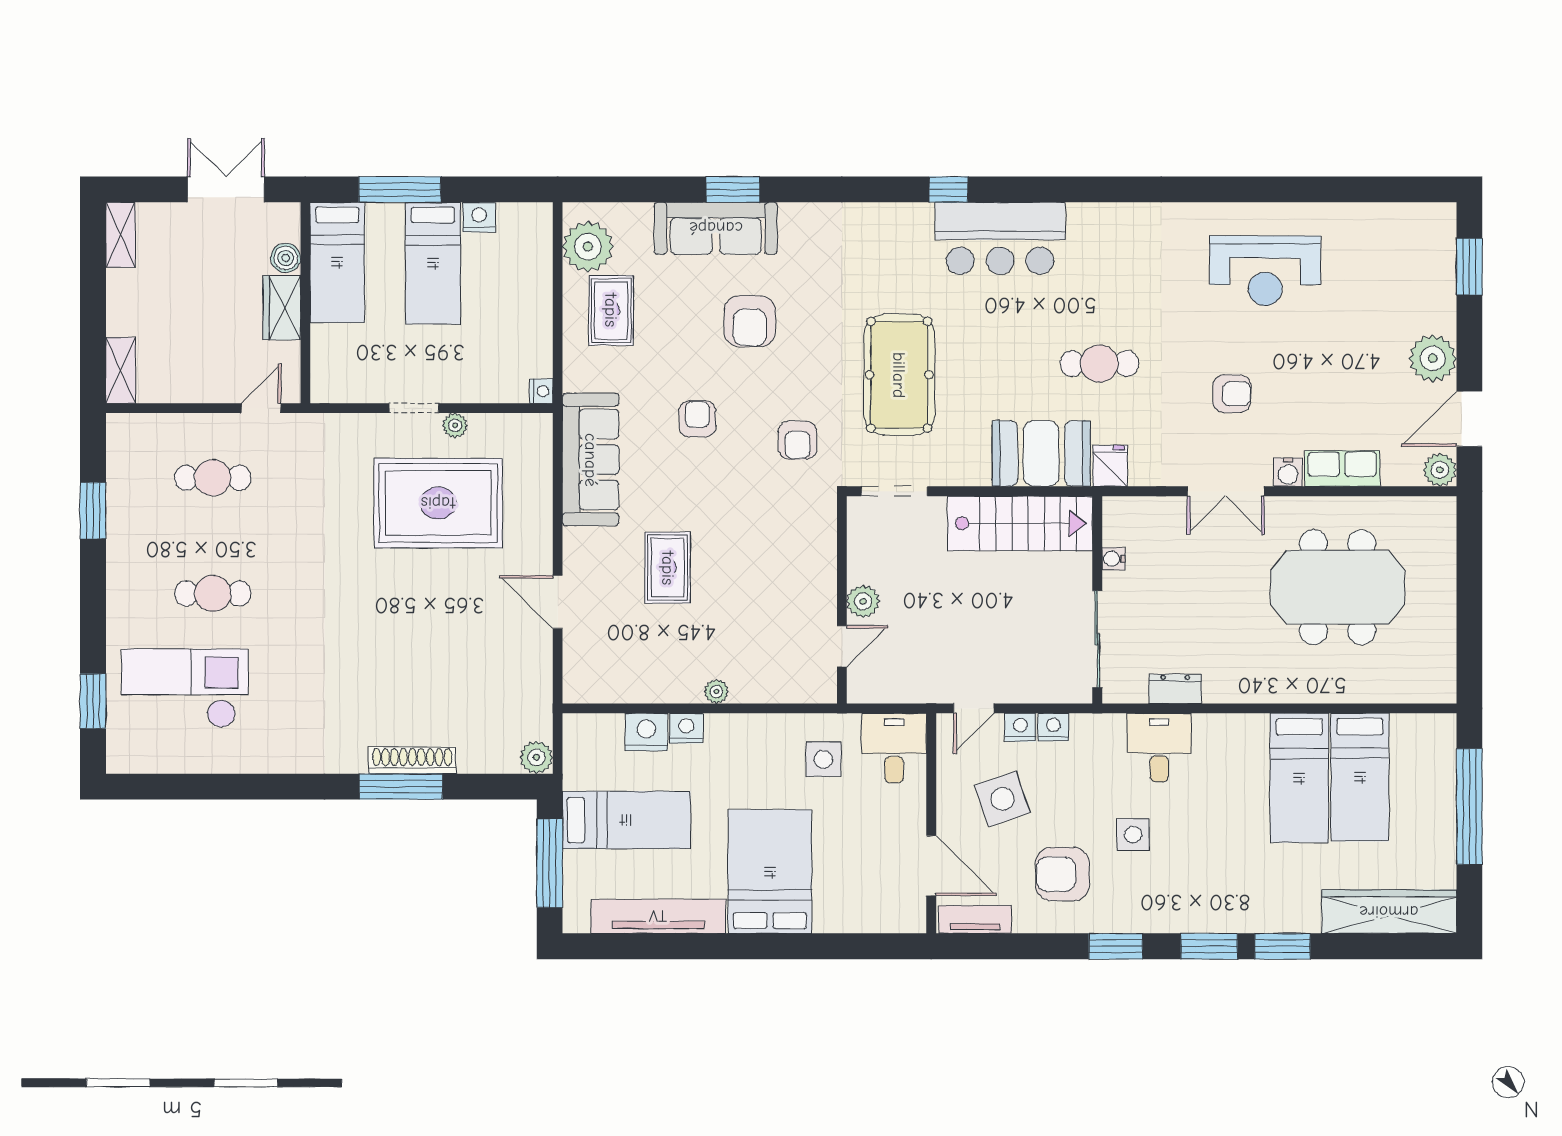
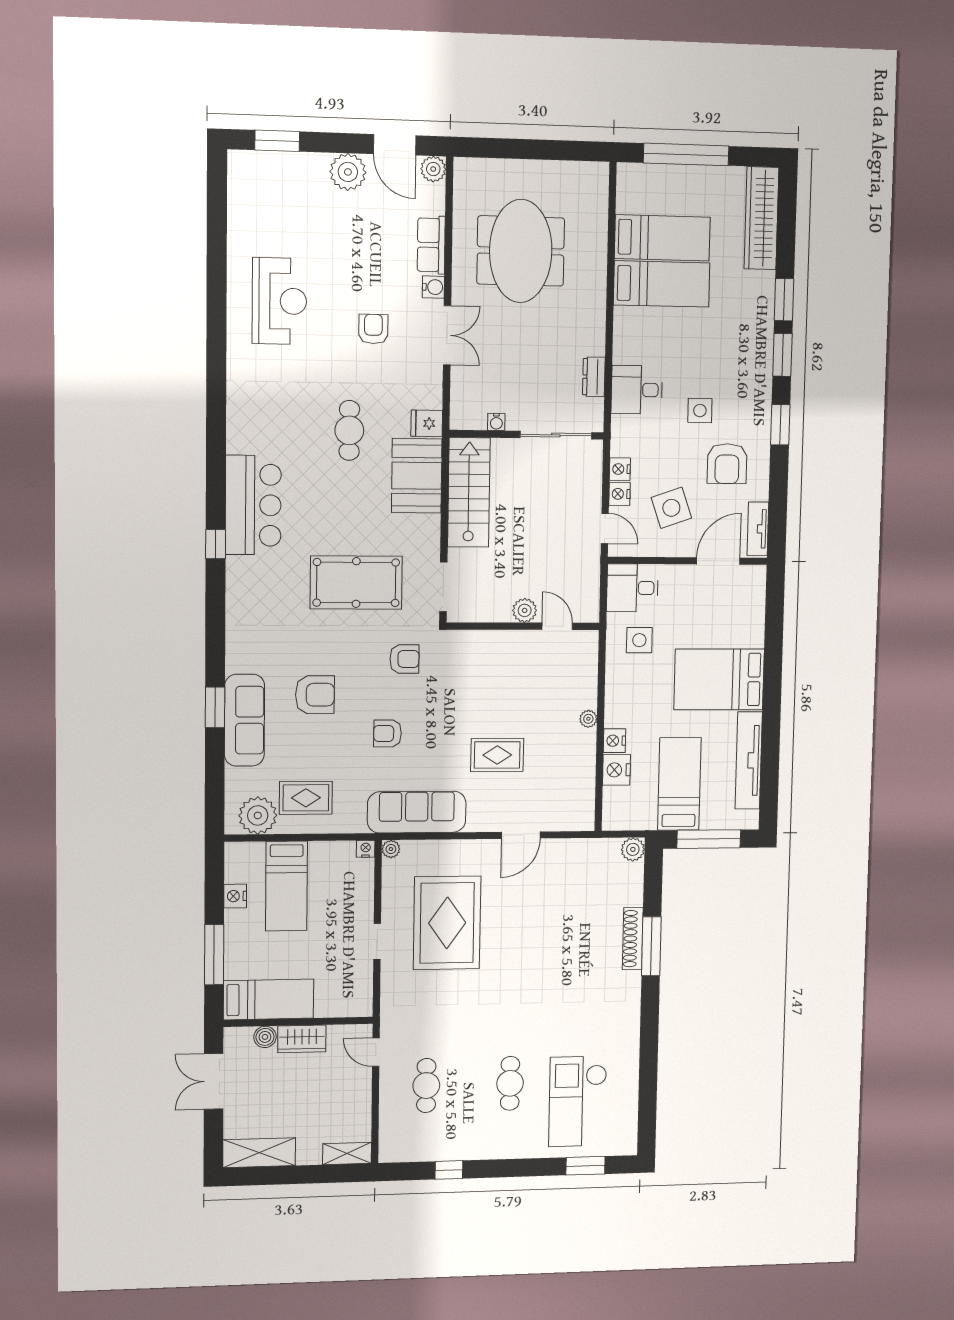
shelving: (120, 235) -> (259, 1153), width x1.50, depth x1.33
bed: (433, 263) -> (286, 886), moved, turned 90
plant: (455, 425) -> (391, 849), moved
window: (93, 511) -> (449, 1170), width x0.67

